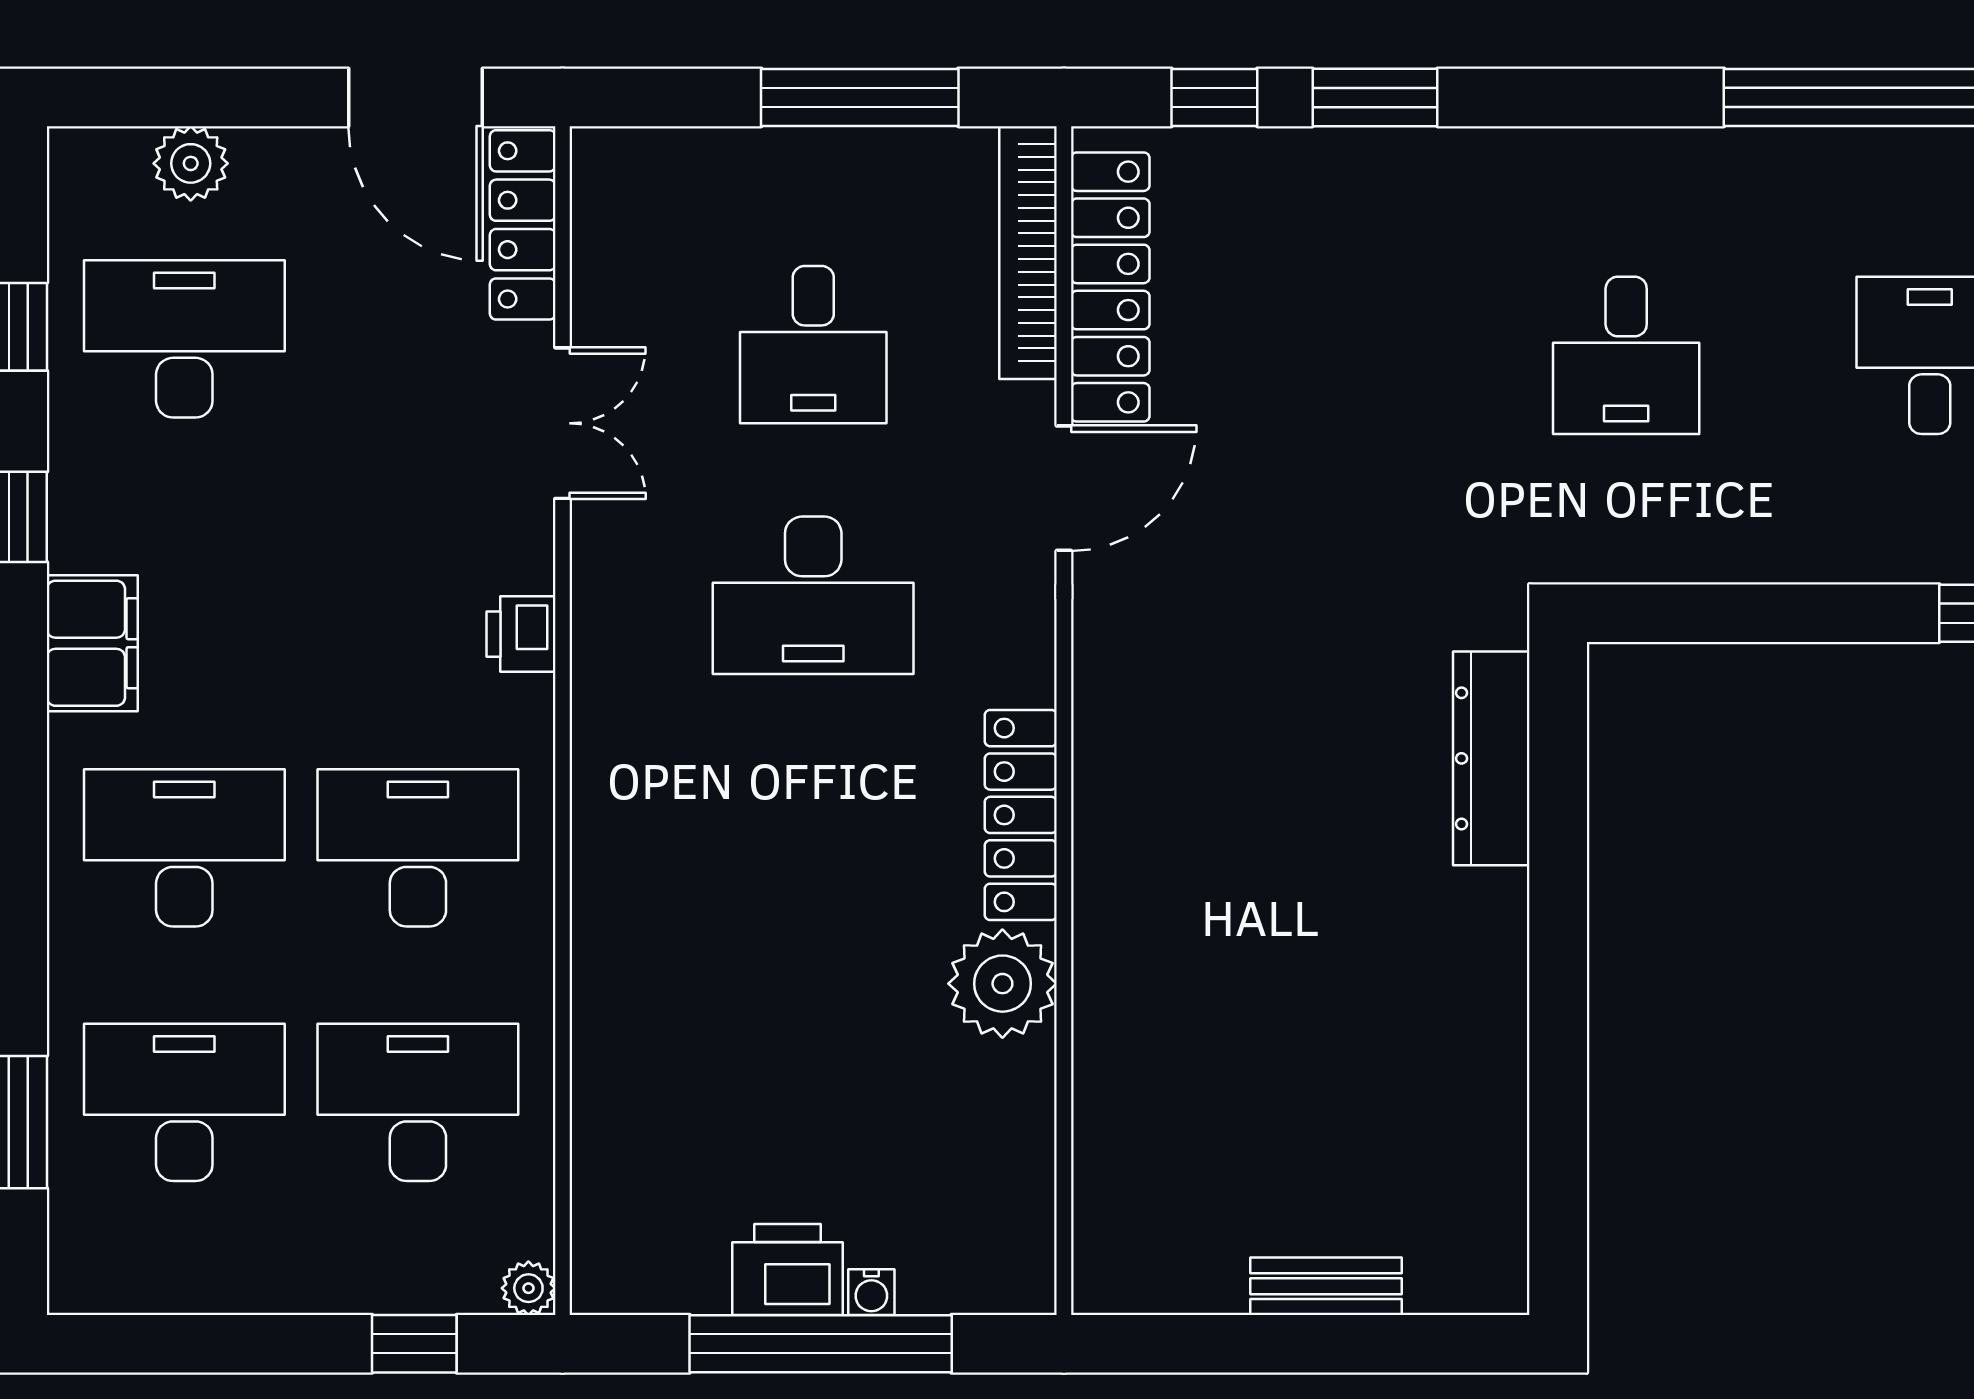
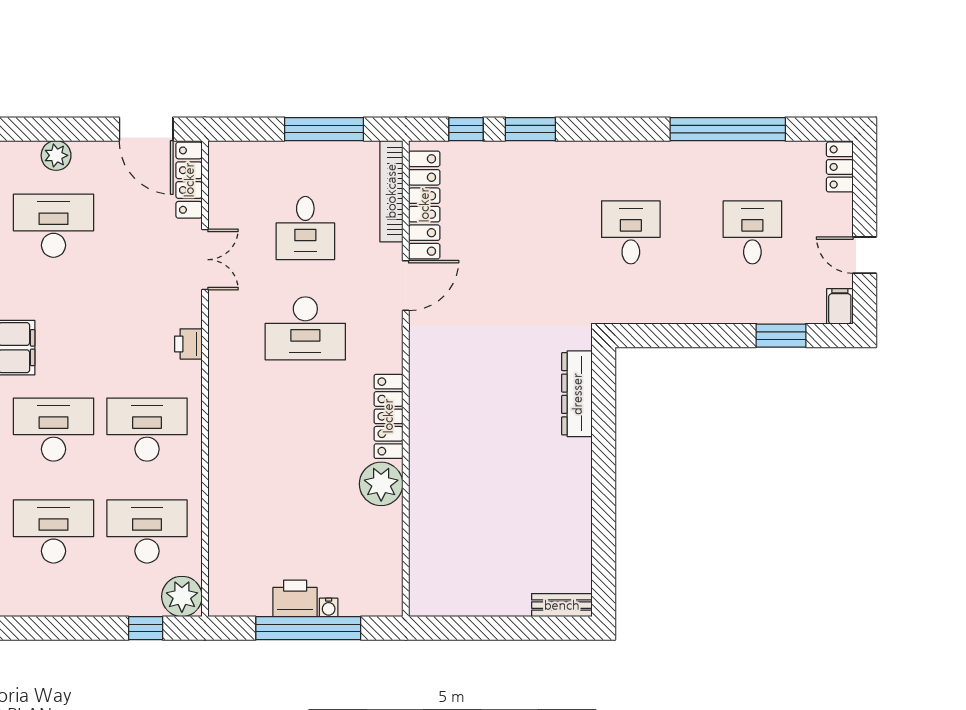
desk: (1626, 355) -> (631, 232), turned 180
bench: (1326, 1286) -> (562, 605), moved
plant: (528, 1288) -> (182, 596), width x1.87, depth x1.87

